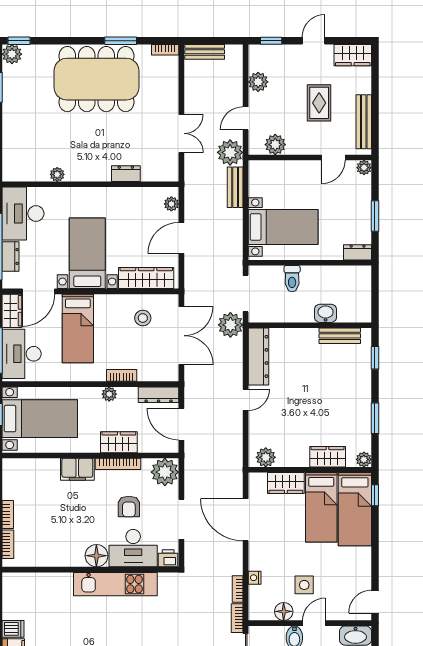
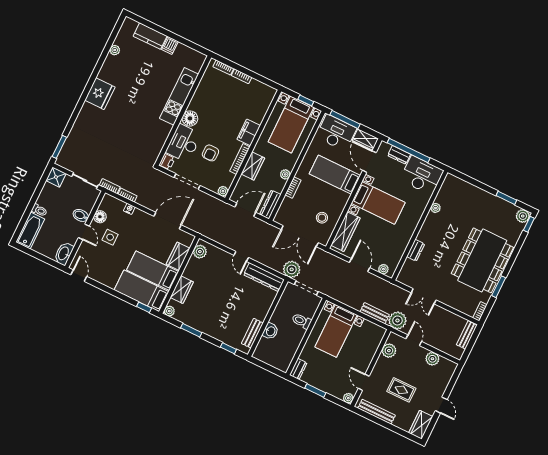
window: (271, 41) -> (454, 379), removed
plant: (165, 472) -> (223, 191), width x0.53, depth x0.53
armchair: (129, 506) -> (210, 153), turned -90
kitchen unit: (115, 584) -> (179, 96), moved

